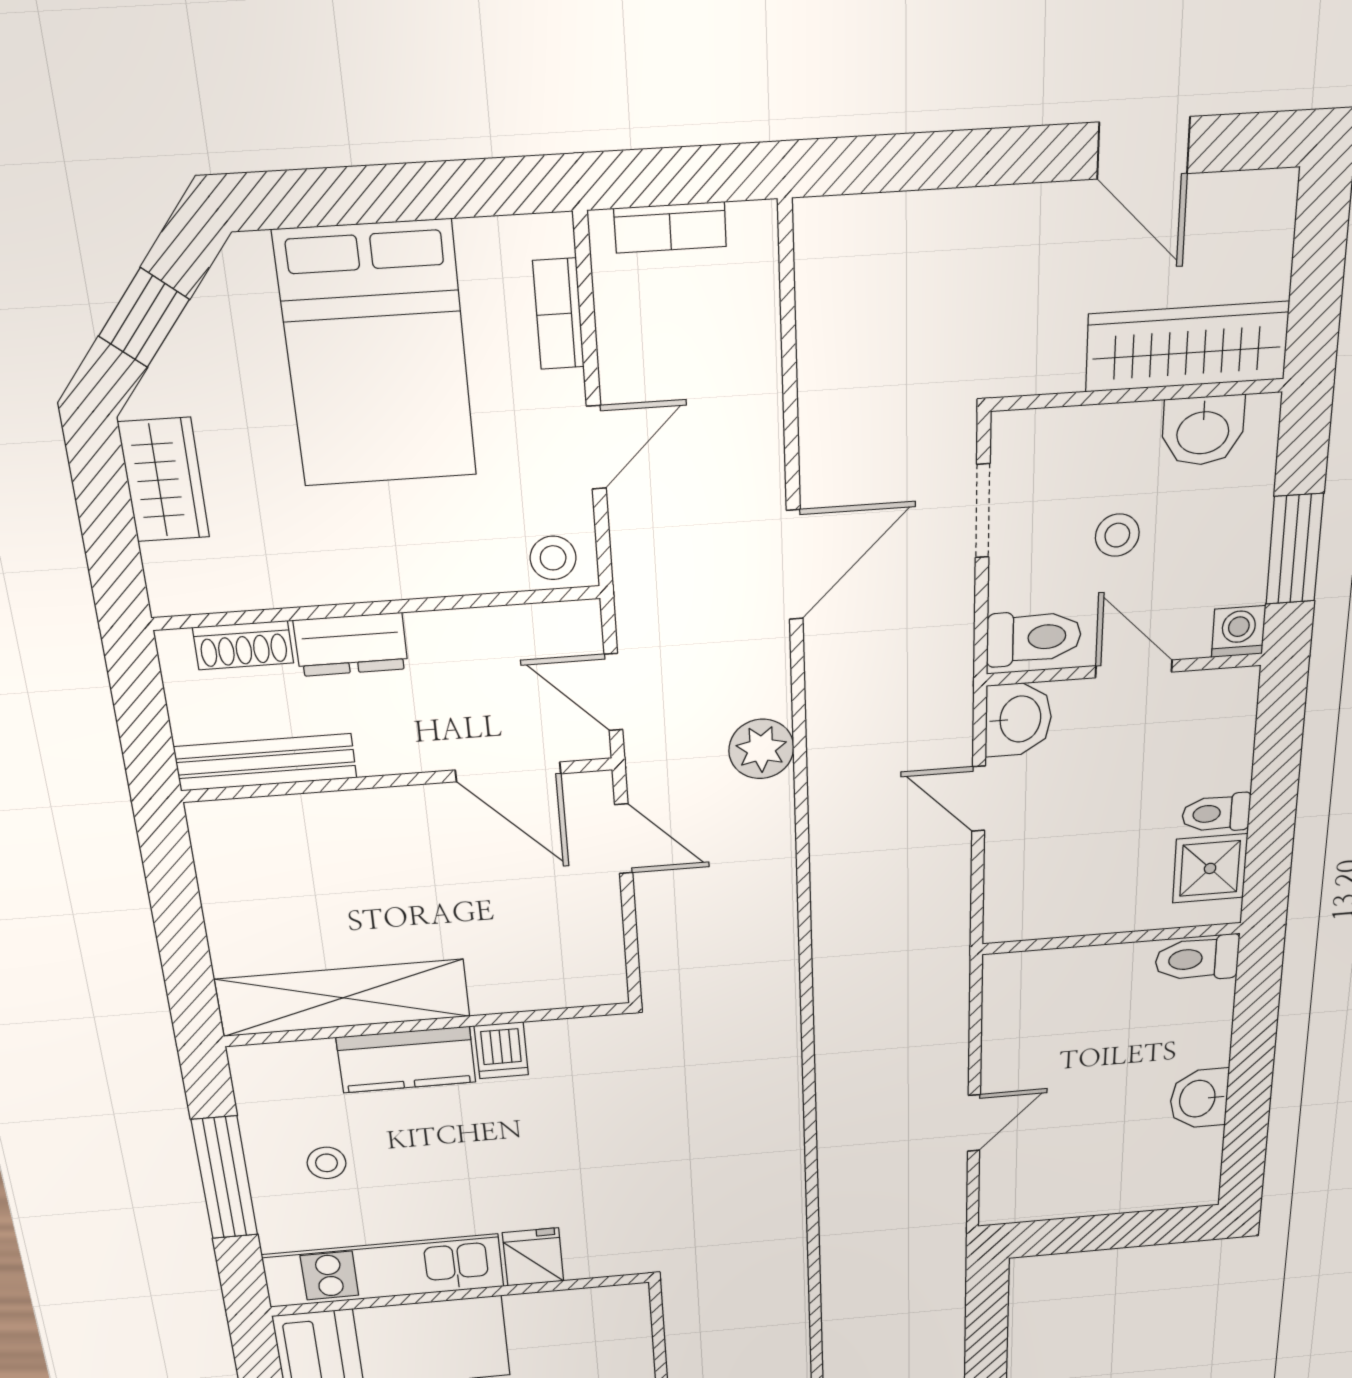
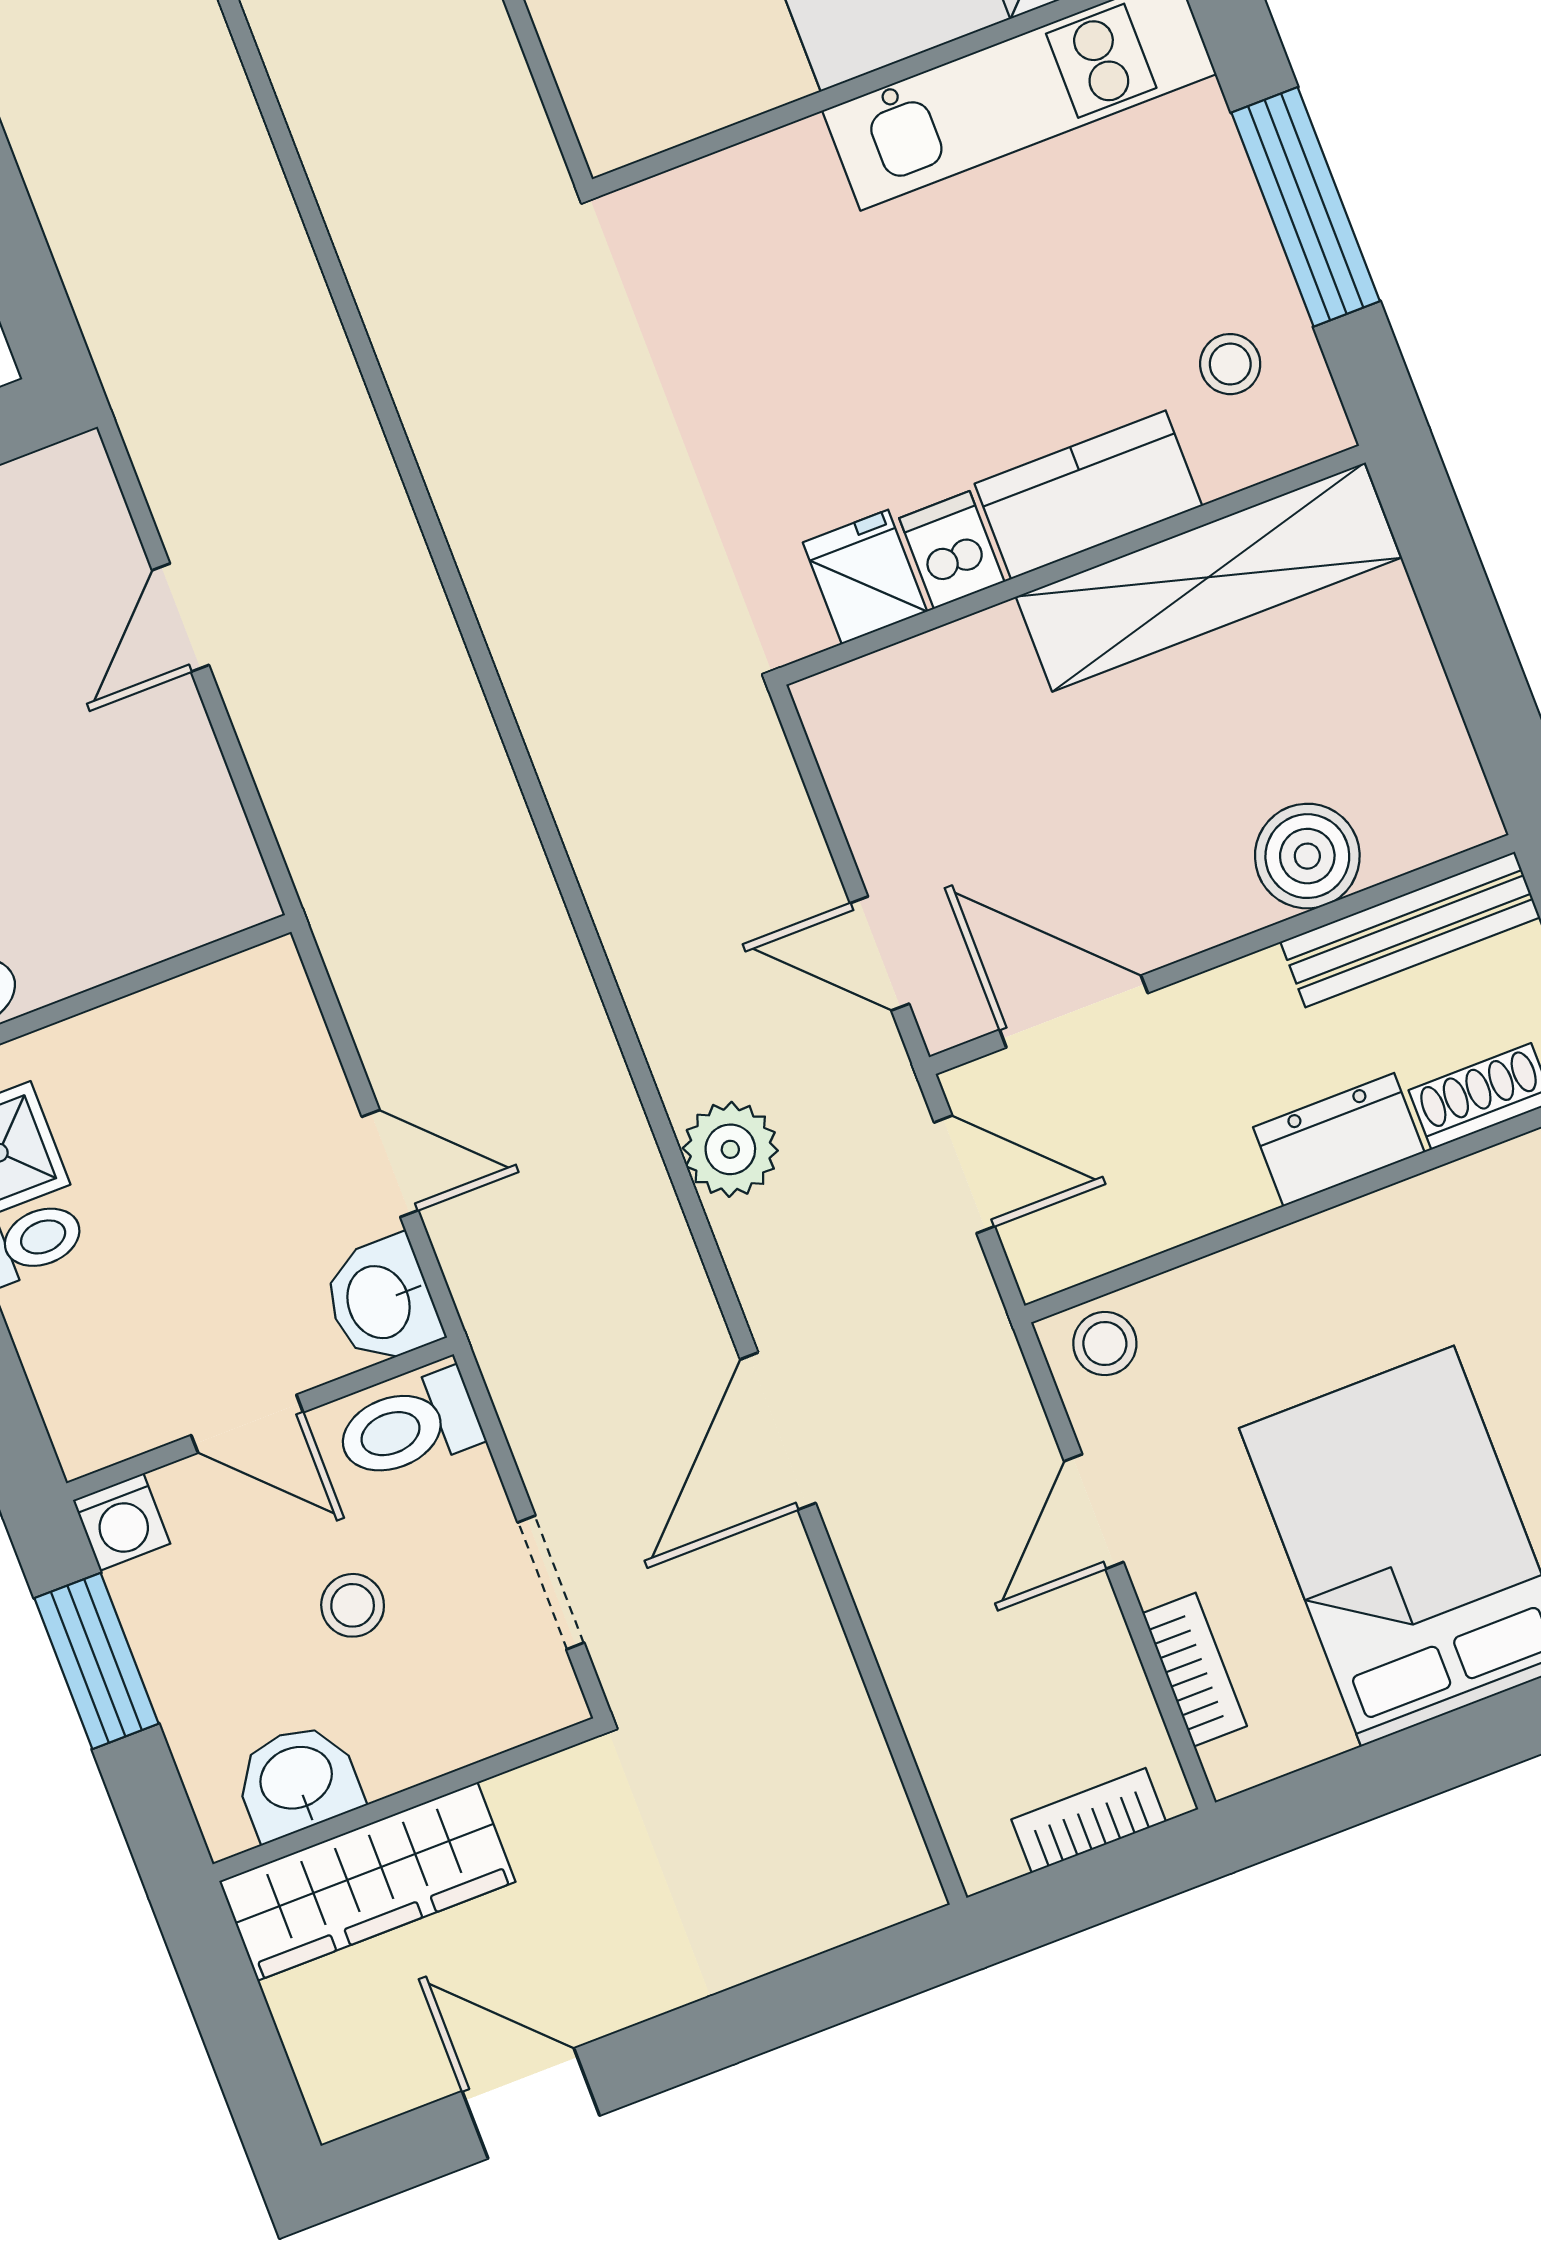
boiler: (324, 824) -> (1307, 856), added
stool: (327, 1163) -> (1230, 364), moved
fridge: (533, 1257) -> (865, 577), moved, turned 180

